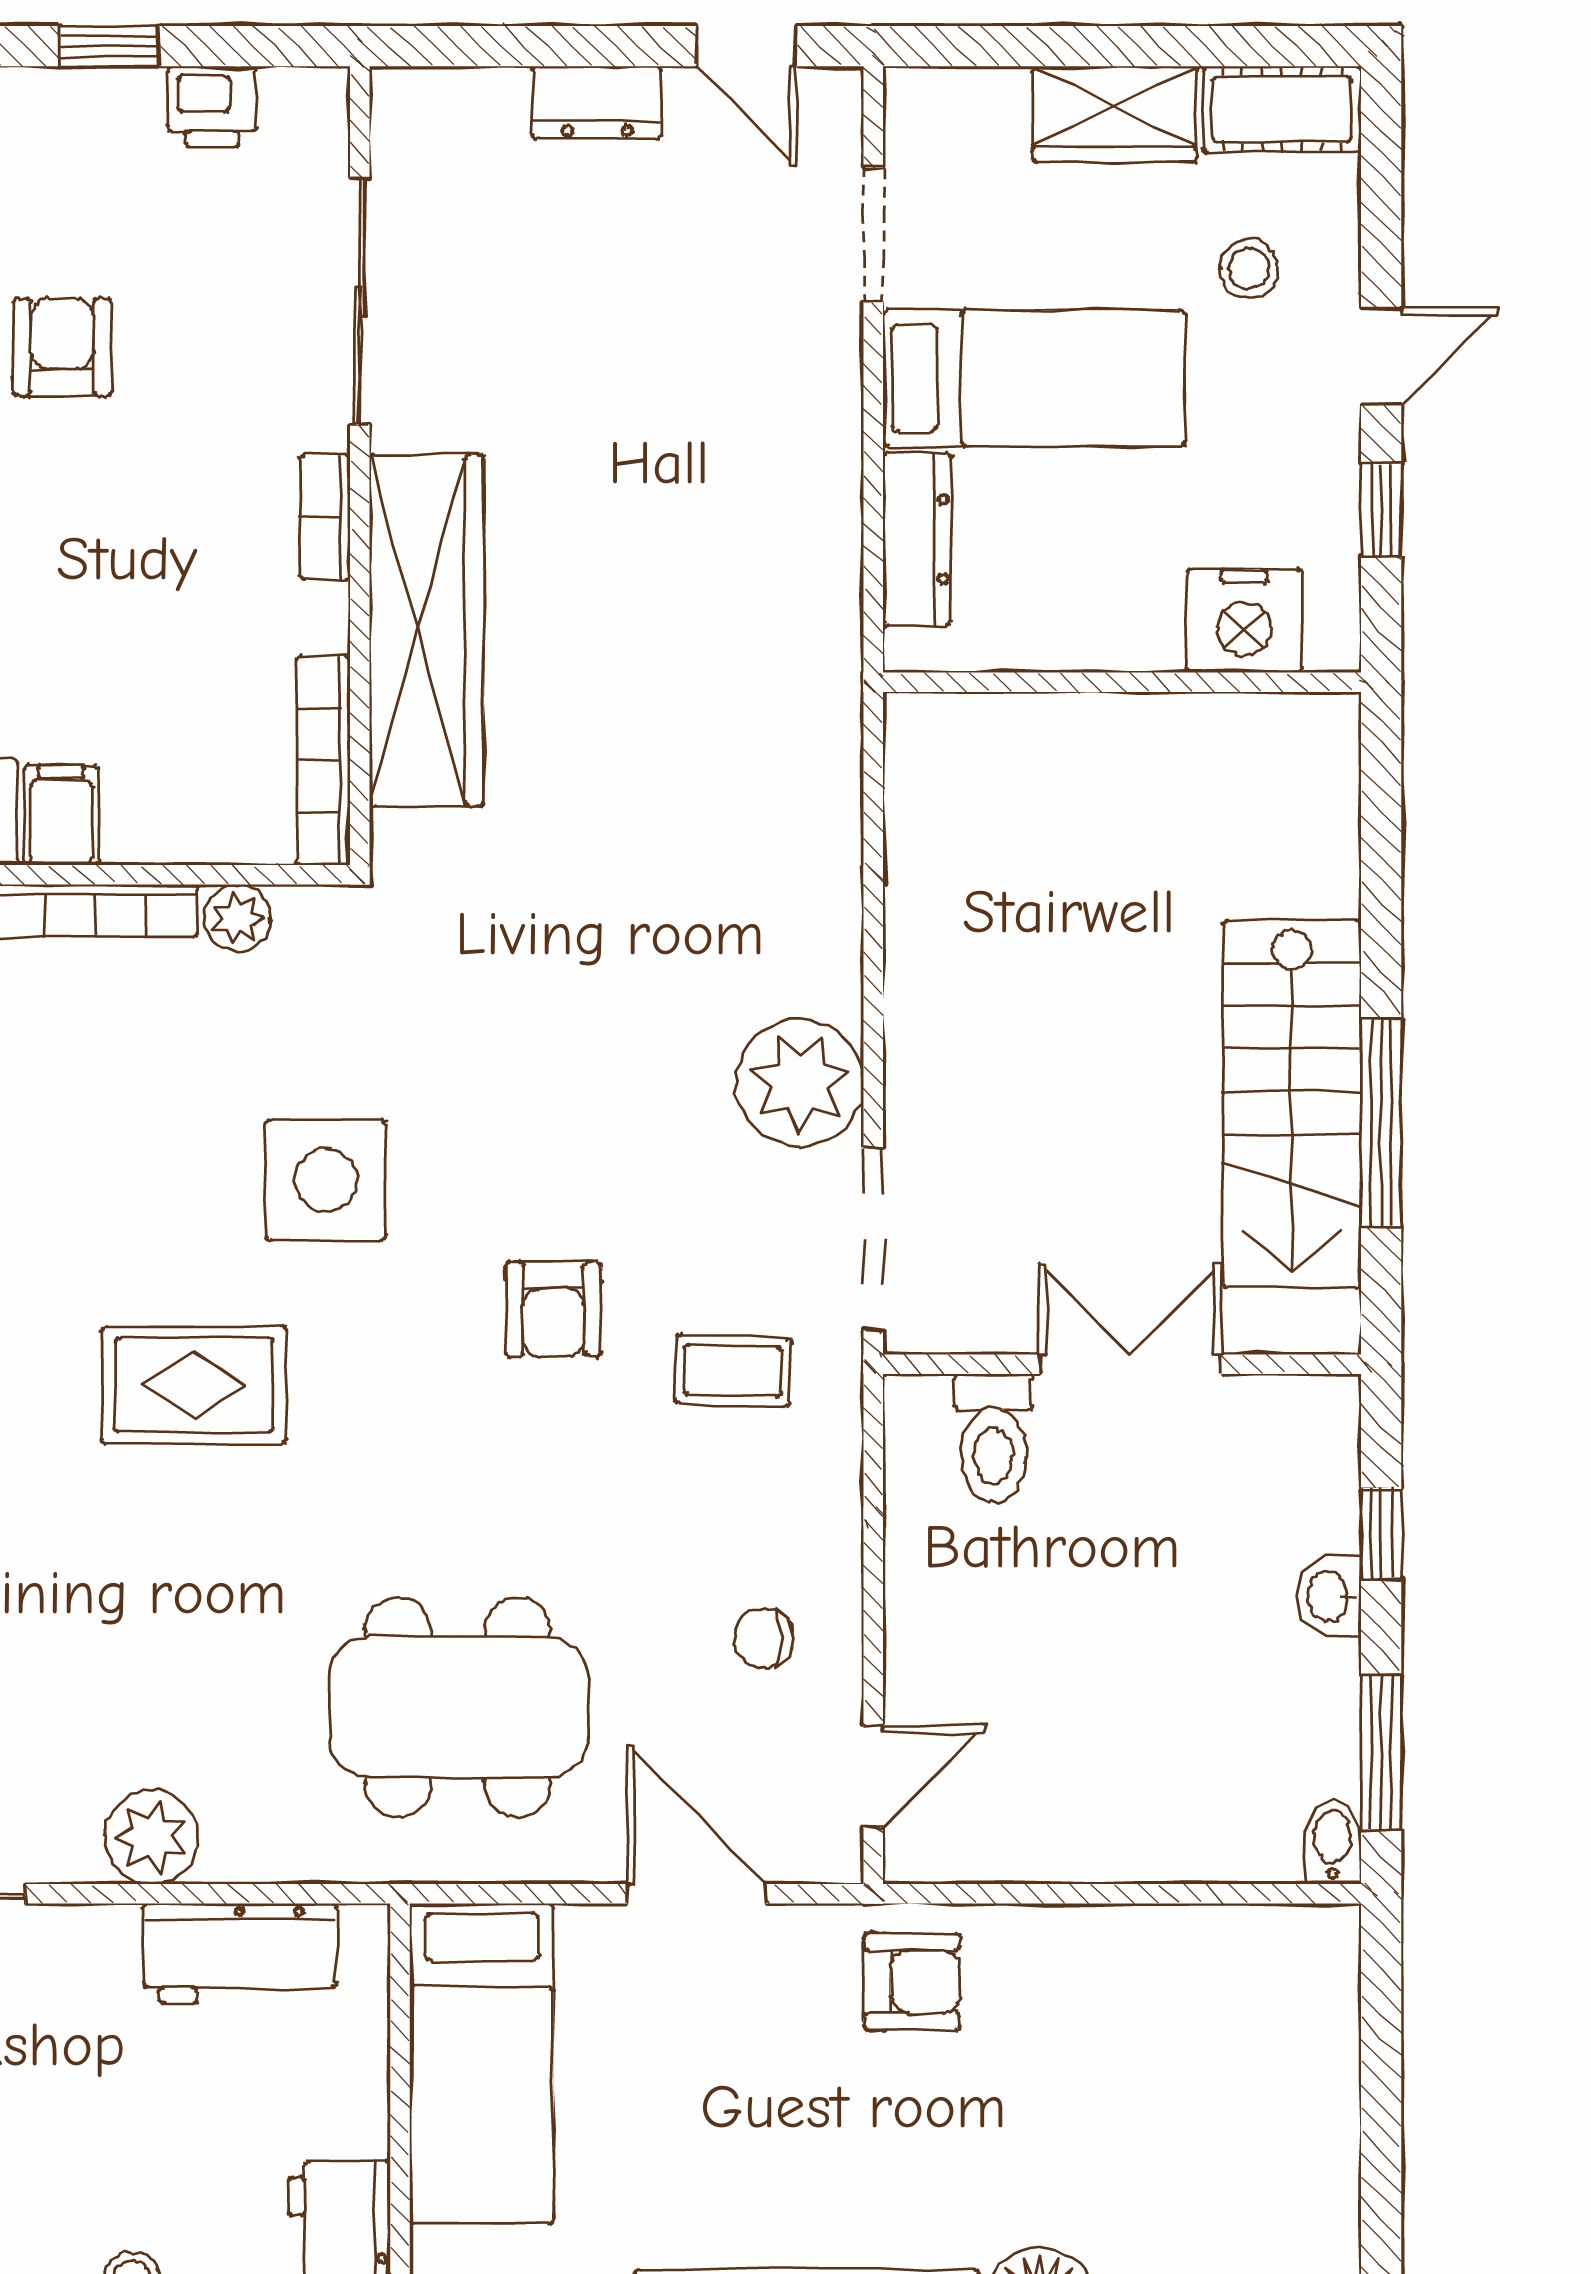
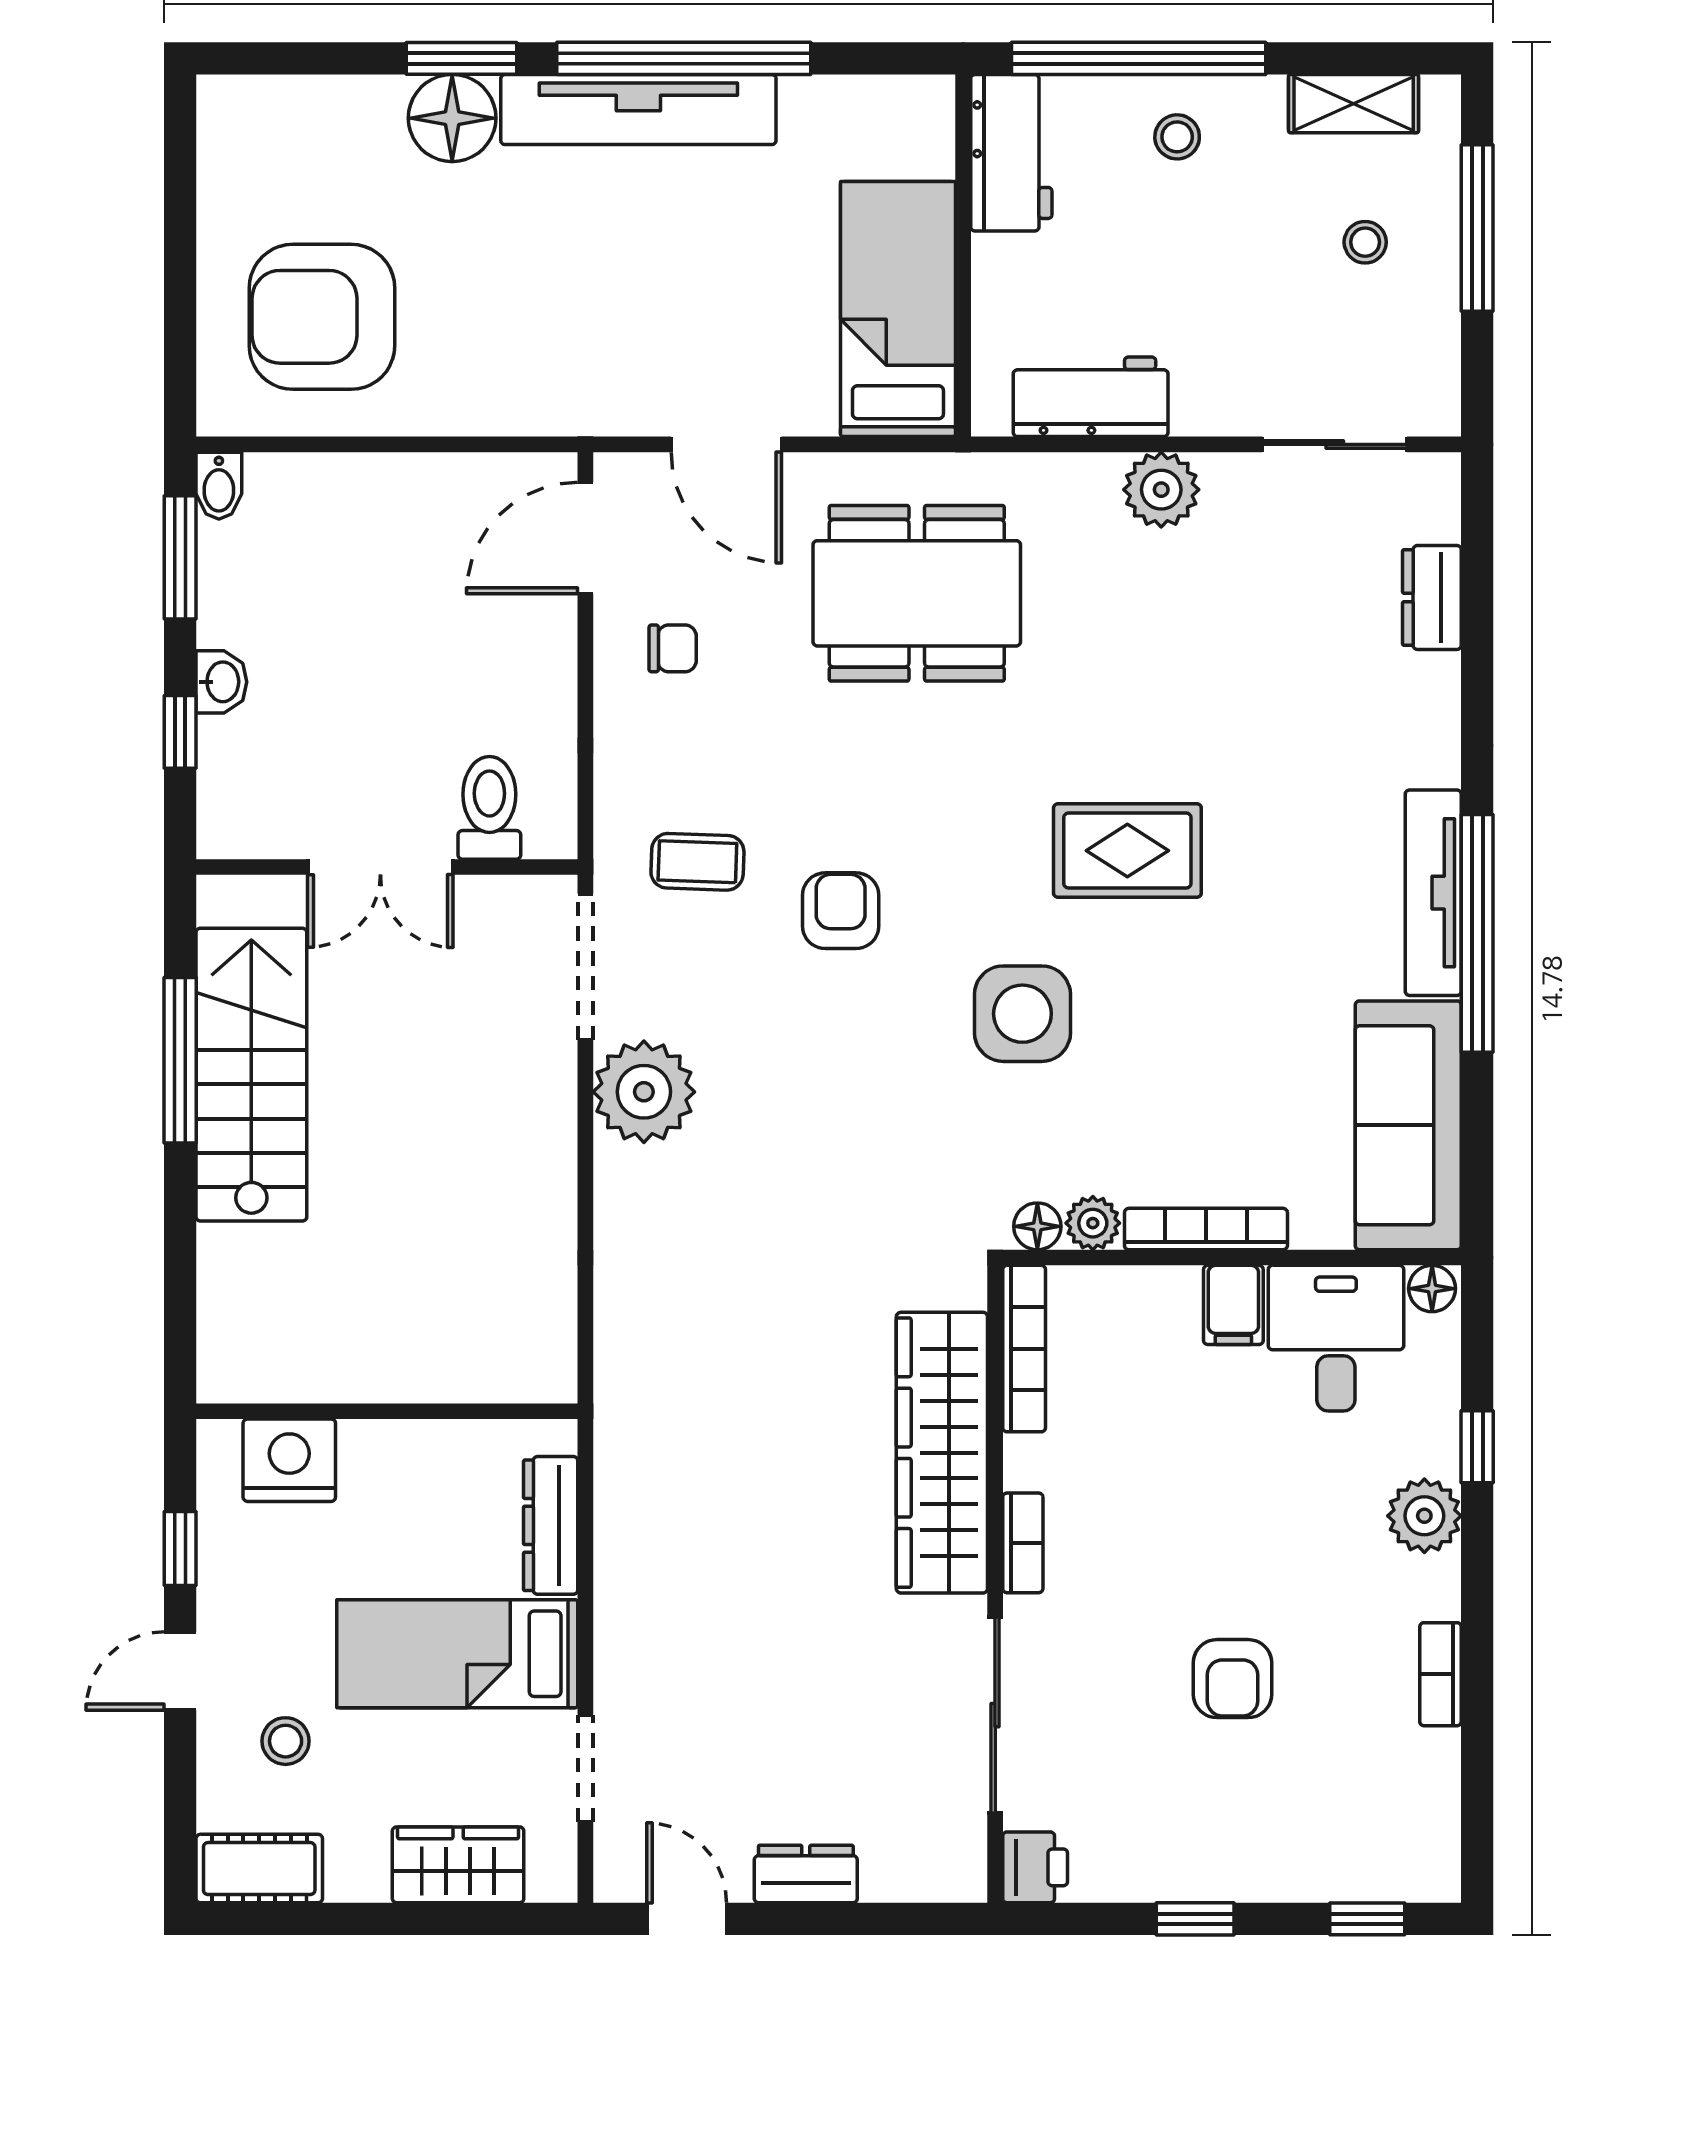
printer: (212, 107) -> (1035, 1867), moved, turned 90
wardrobe: (1114, 114) -> (458, 1865), moved
floor lamp: (307, 914) -> (1037, 1226), added
door: (873, 1776) -> (585, 538), width x1.38
armchair: (912, 1982) -> (322, 317), moved, width x1.88, depth x1.88

